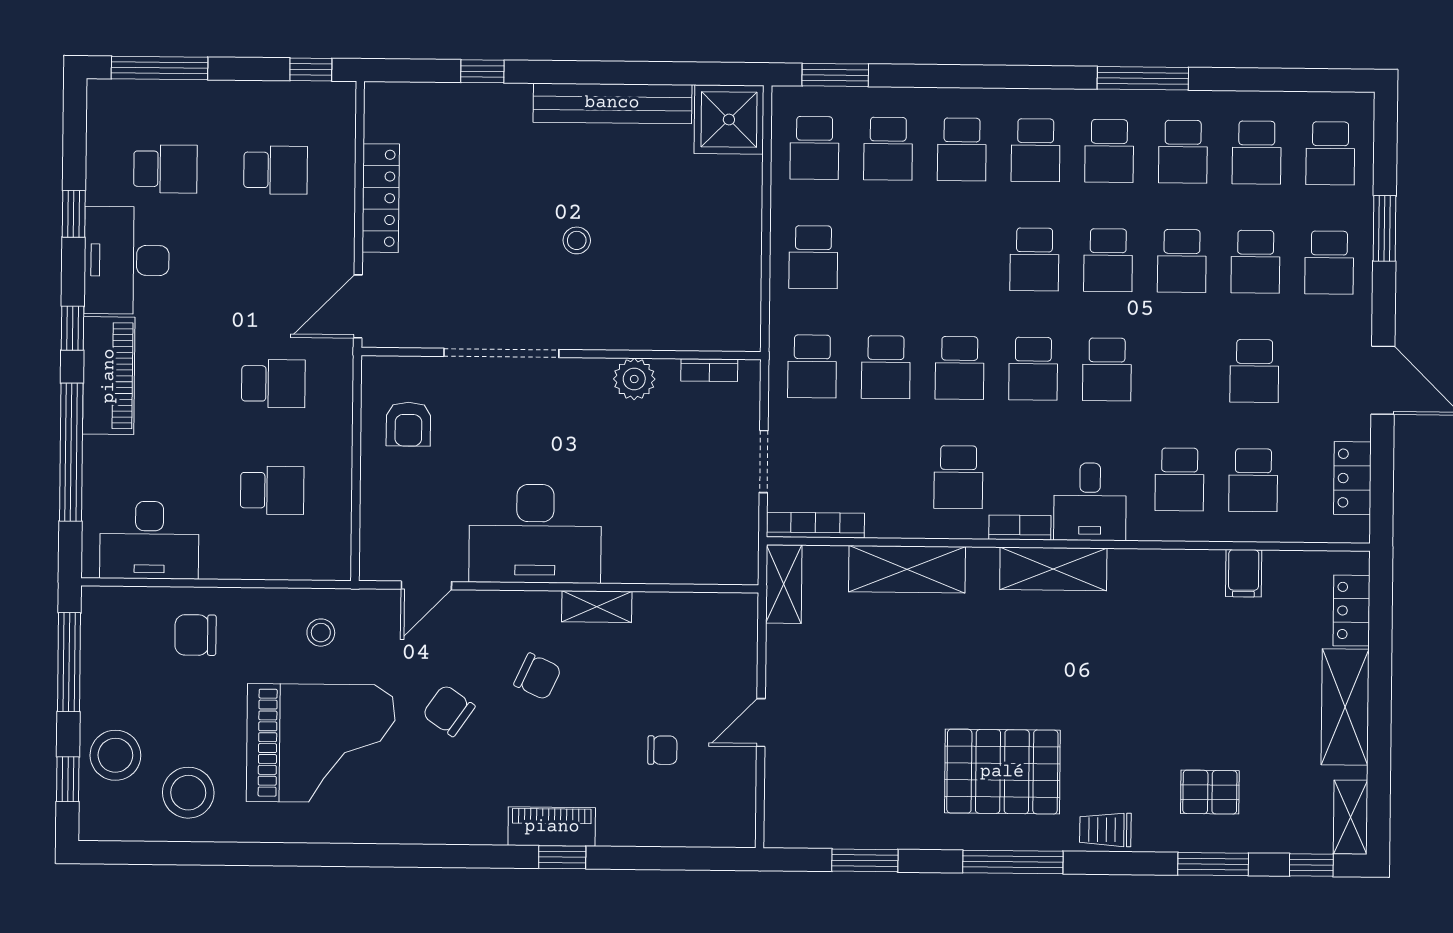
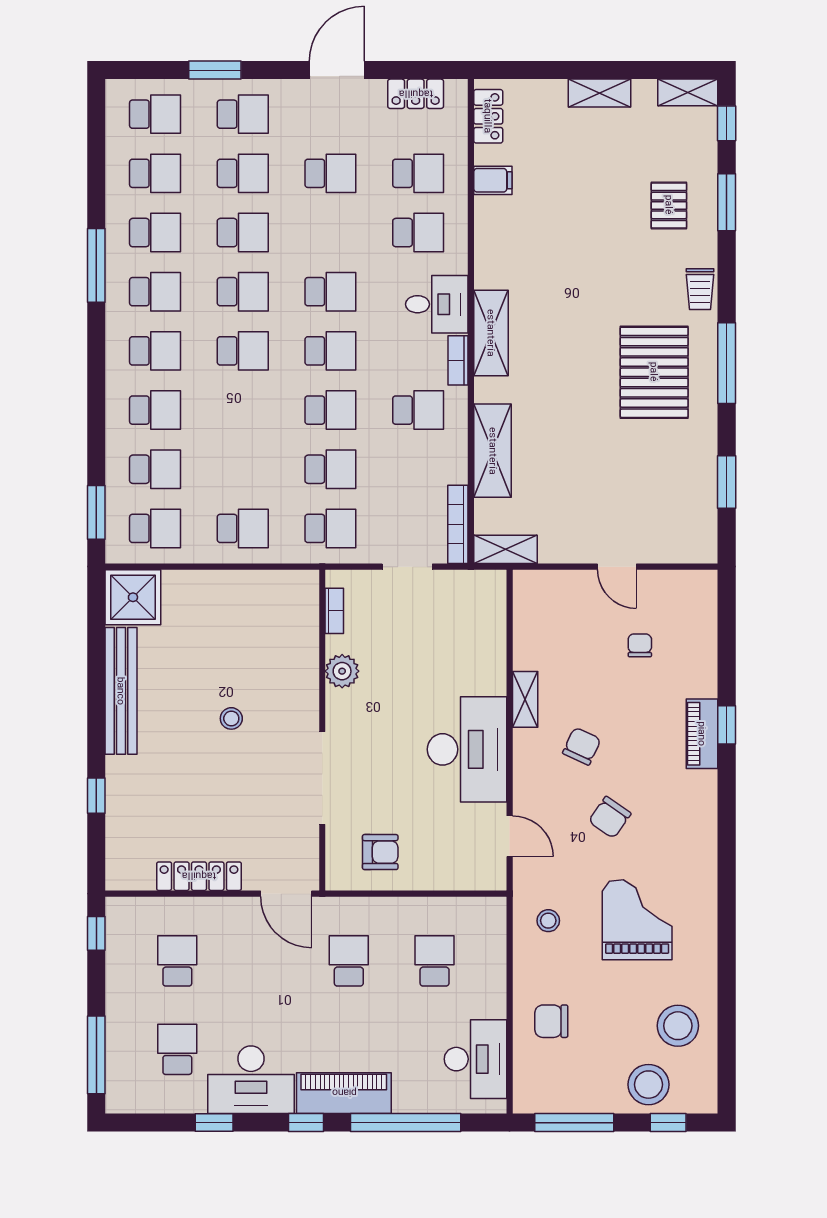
locker: (1351, 611) -> (488, 116), moved, turned -90
chair: (196, 635) -> (551, 1021), turned 90
shelving: (1345, 707) -> (599, 93), width x0.67, depth x0.75
grand piano: (321, 743) -> (637, 920), width x0.73, depth x0.68

